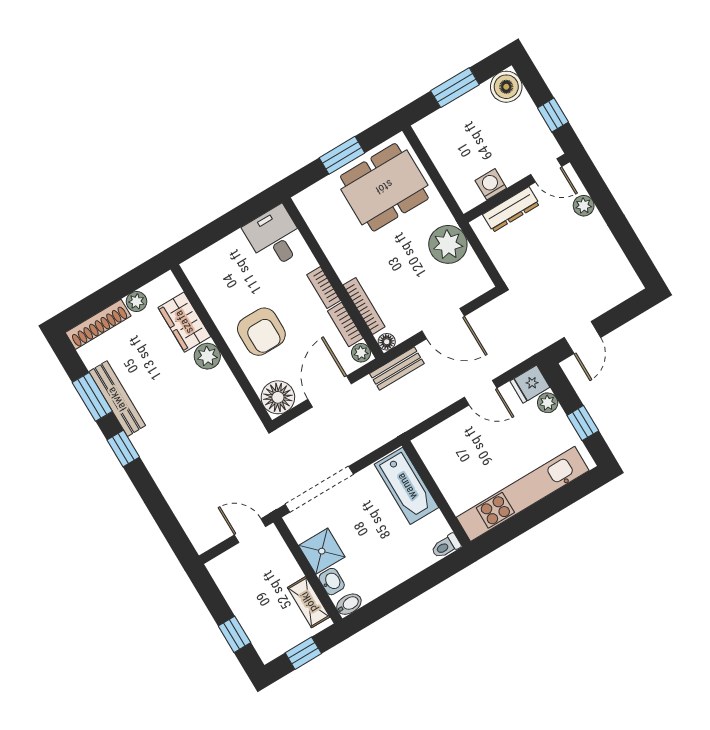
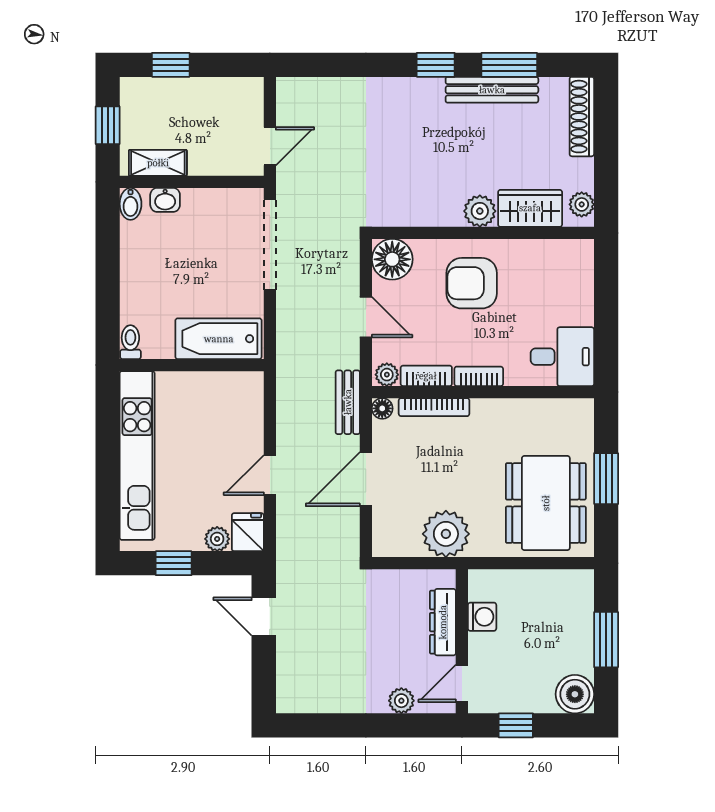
plant: (137, 302) -> (582, 204), moved
door: (330, 392) -> (366, 317), width x0.73
shower: (322, 551) -> (203, 209), removed

